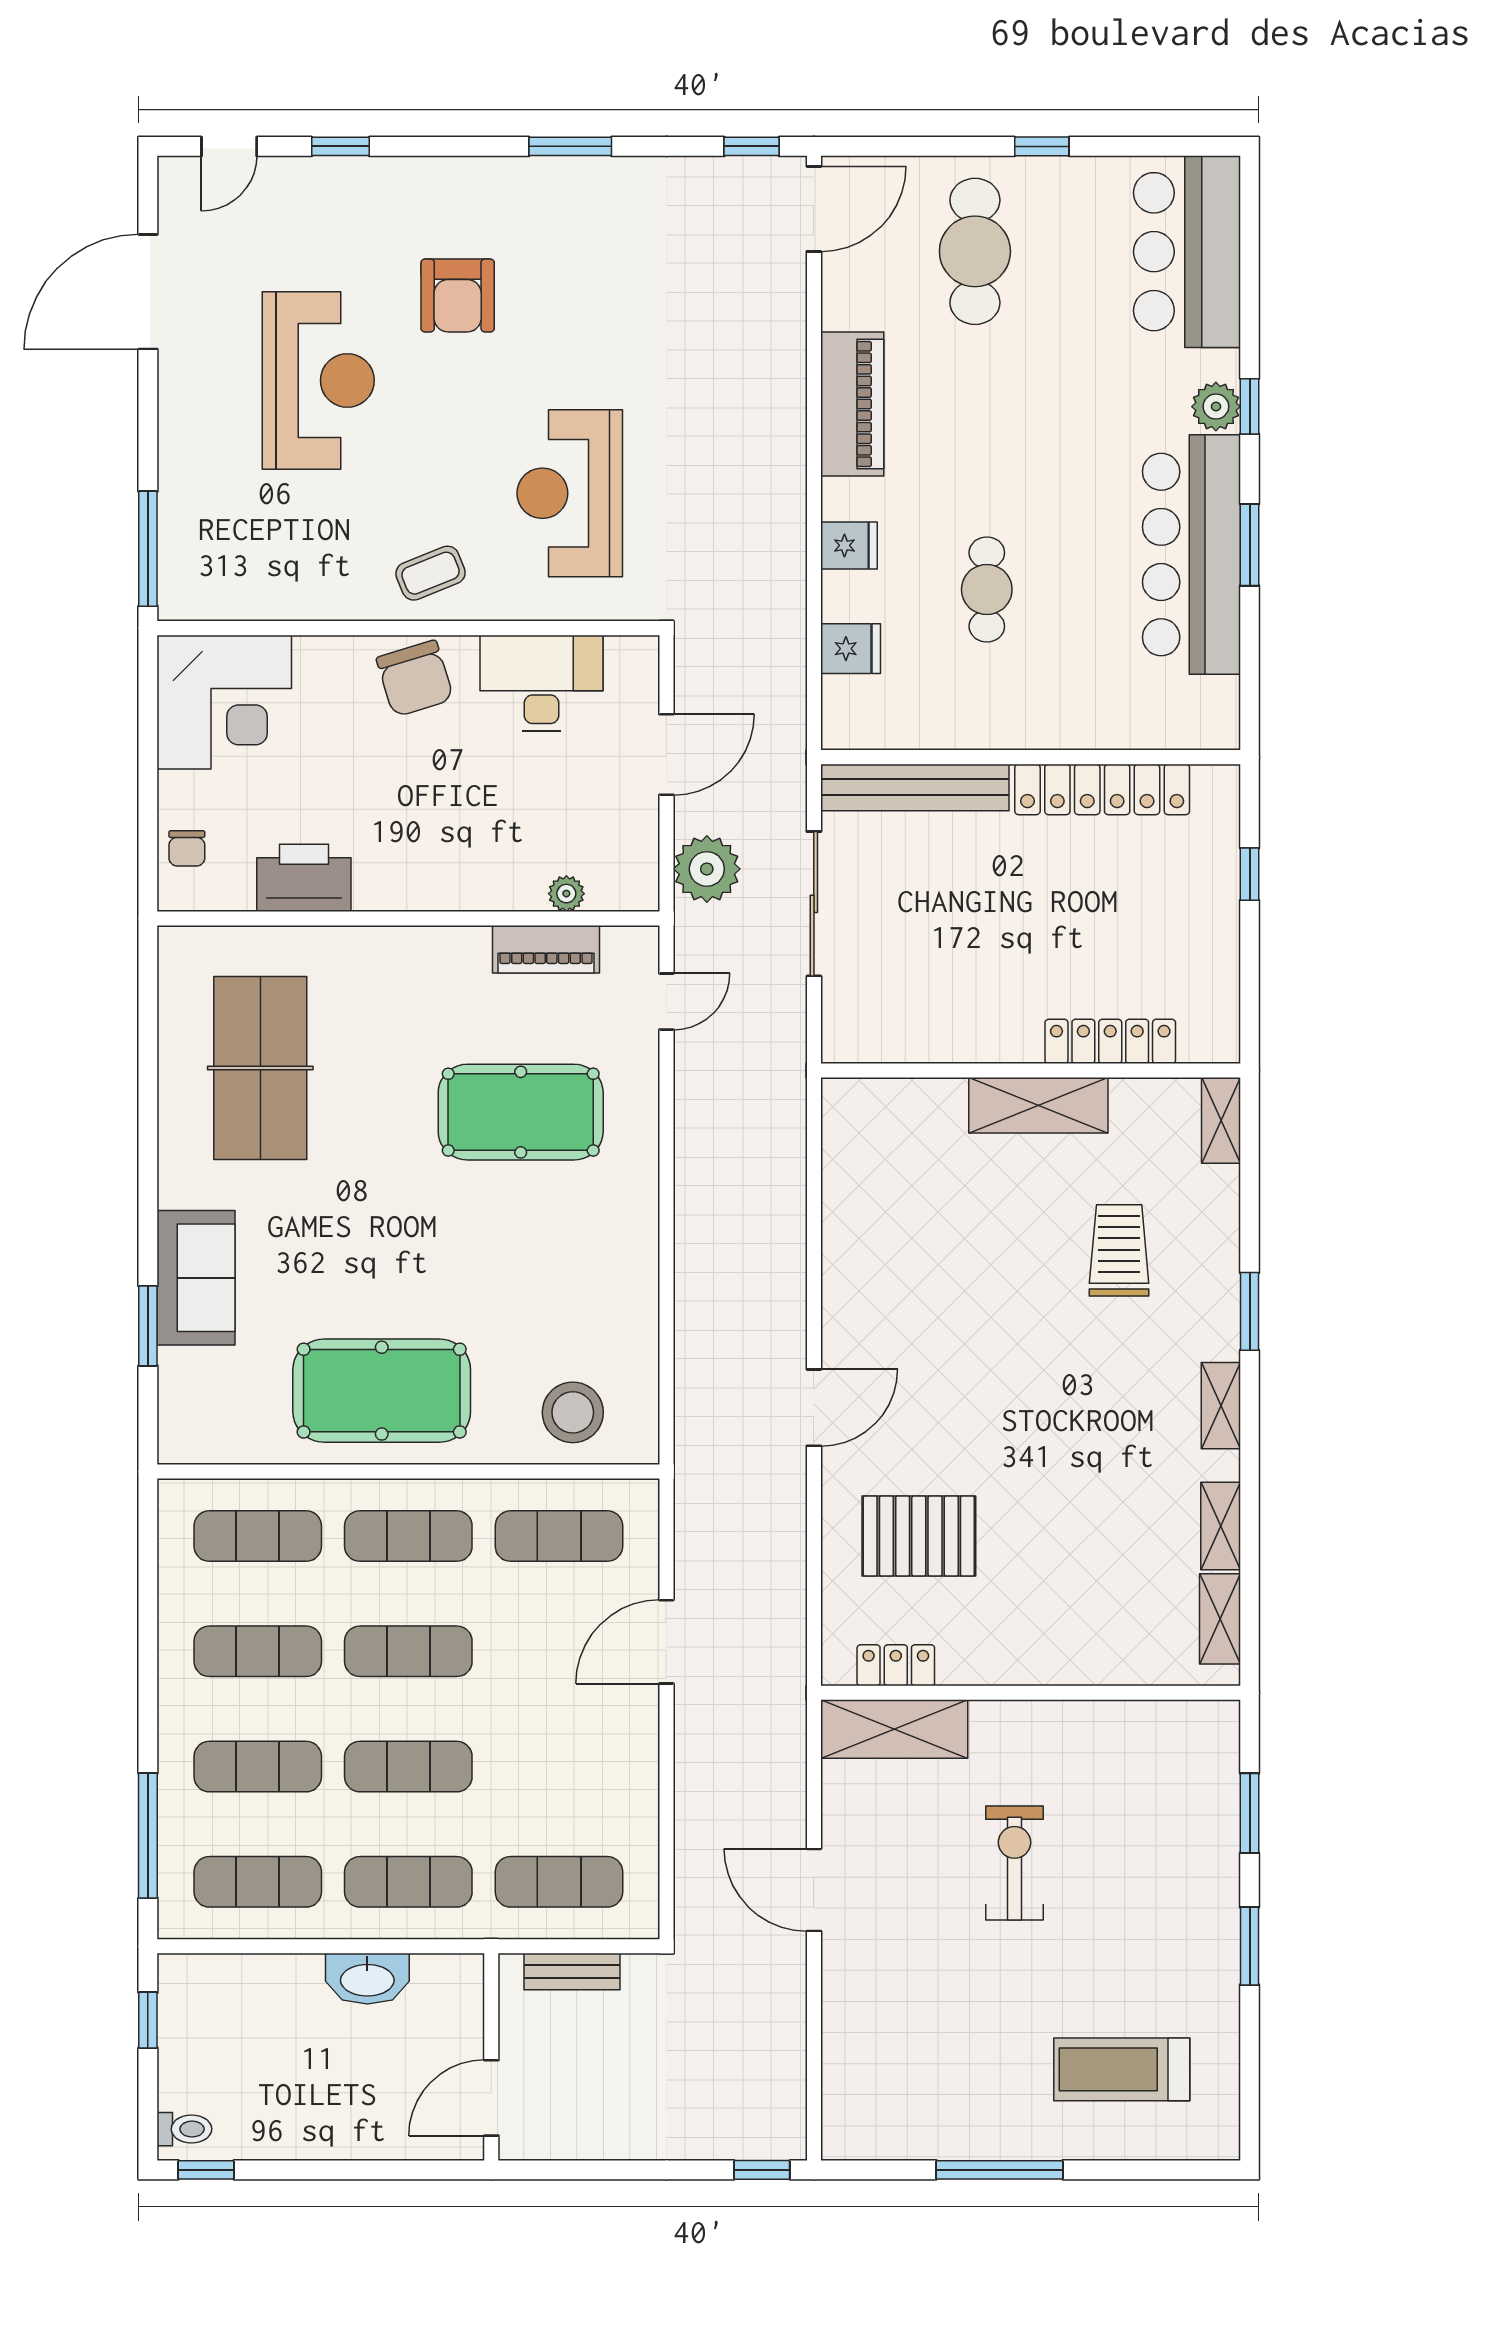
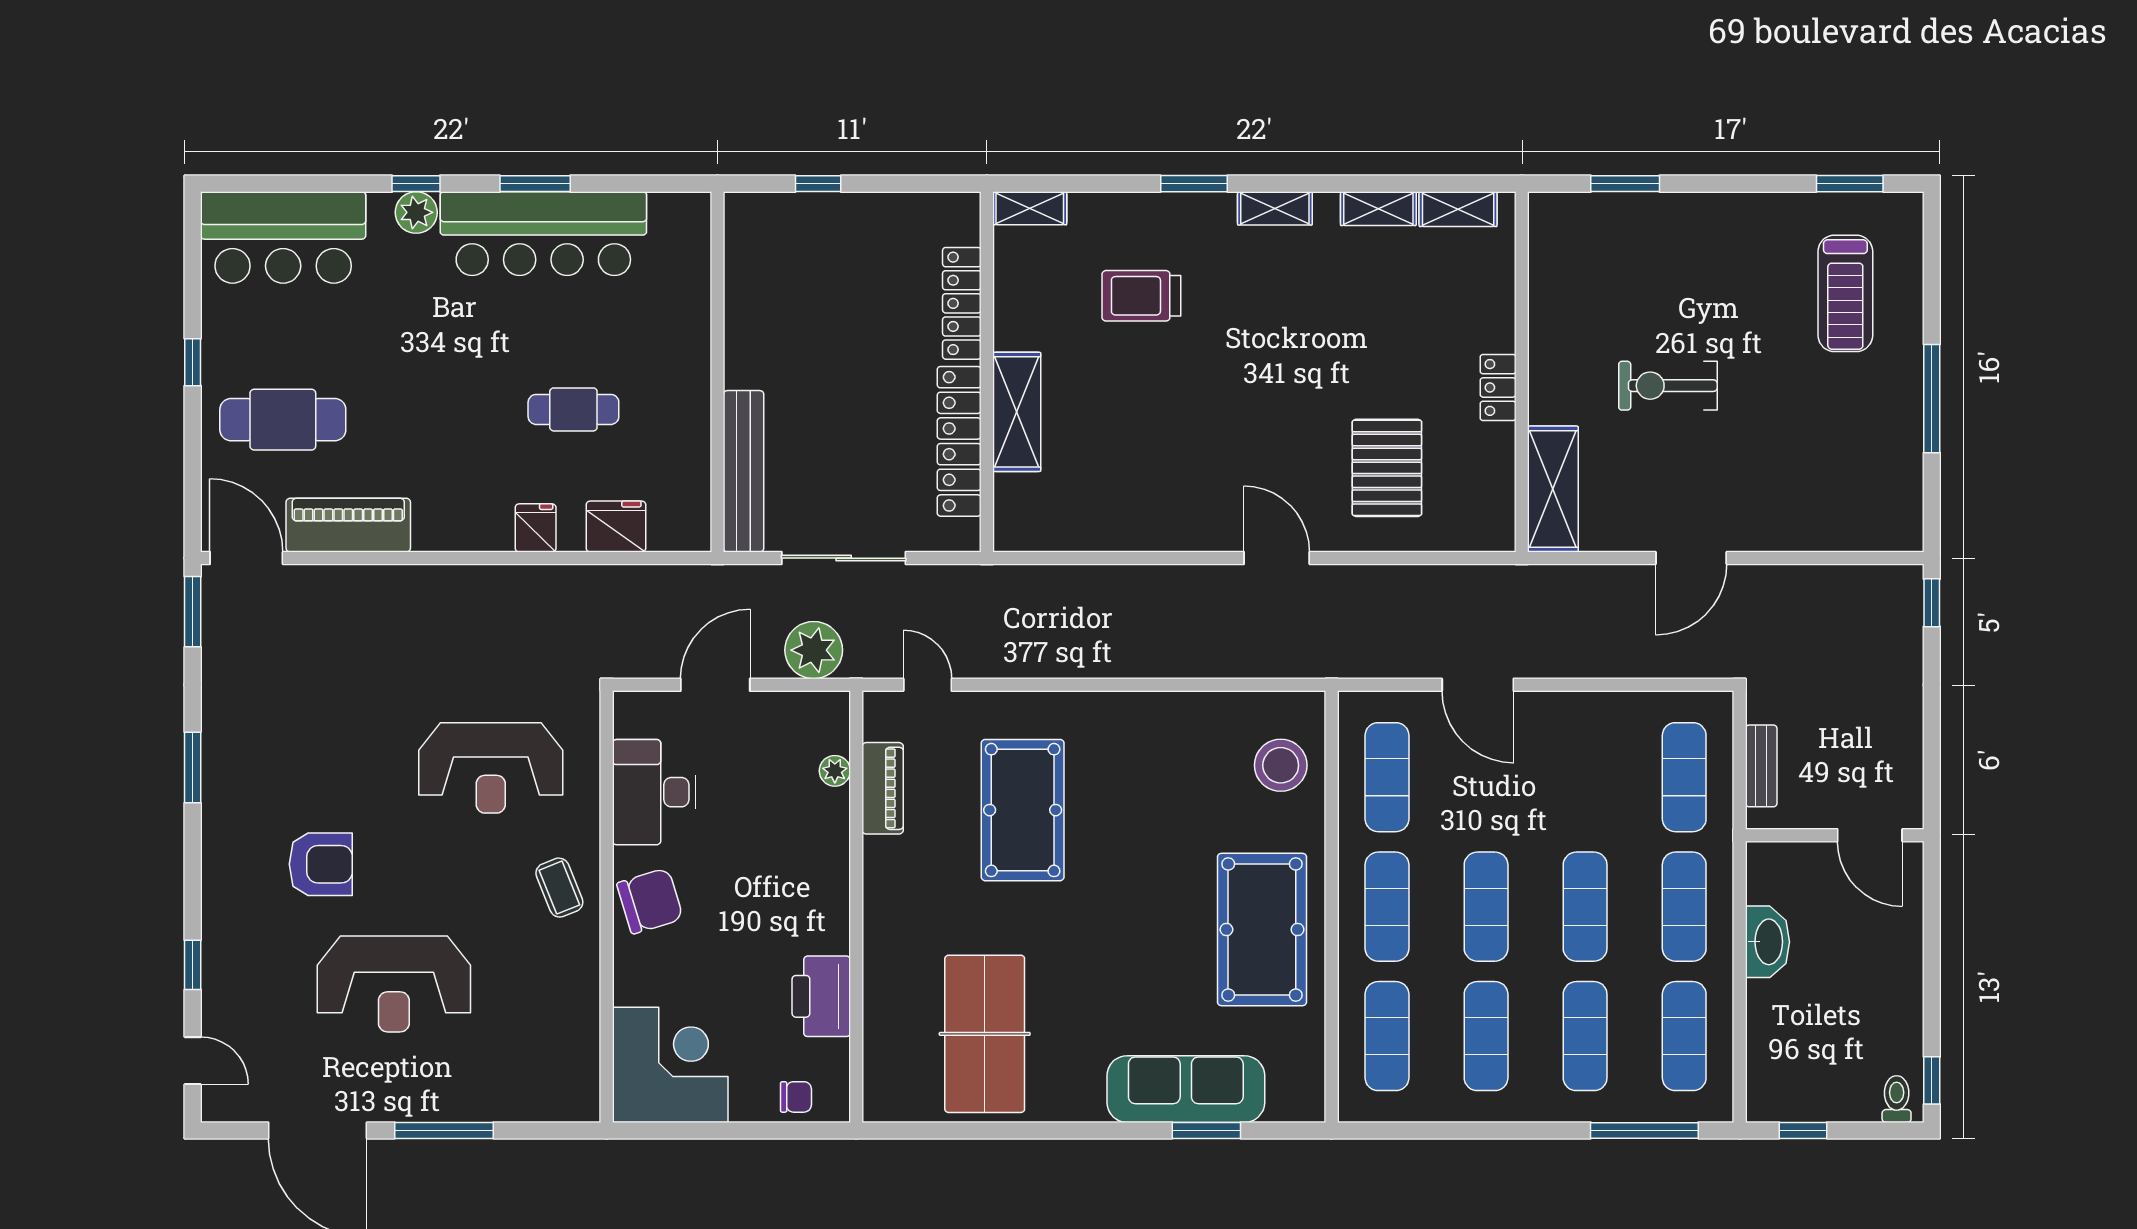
window: (752, 146) -> (193, 612), width x1.50
reception desk: (318, 381) -> (394, 984), turned 180
piano: (852, 404) -> (348, 525), moved
window: (148, 549) -> (444, 1130), moved
fridge: (851, 649) -> (616, 527), width x1.38
door: (666, 754) -> (715, 685), hinge flipped
locker: (1102, 789) -> (959, 441), moved, turned 180
table tennis table: (260, 1068) -> (985, 1034), turned 90
shelving: (1038, 1105) -> (1017, 412), moved
sofa: (196, 1278) -> (1186, 1089), width x1.36
locker: (896, 1665) -> (1498, 387), moved
window: (1250, 1946) -> (1850, 184), moved

